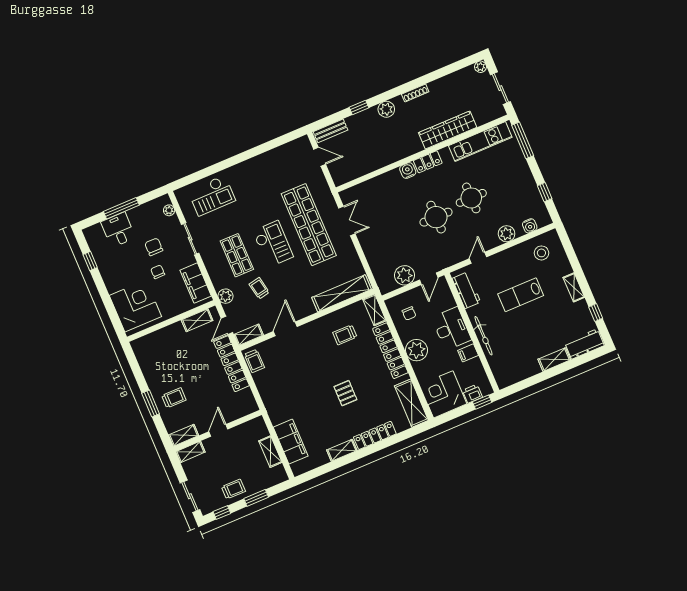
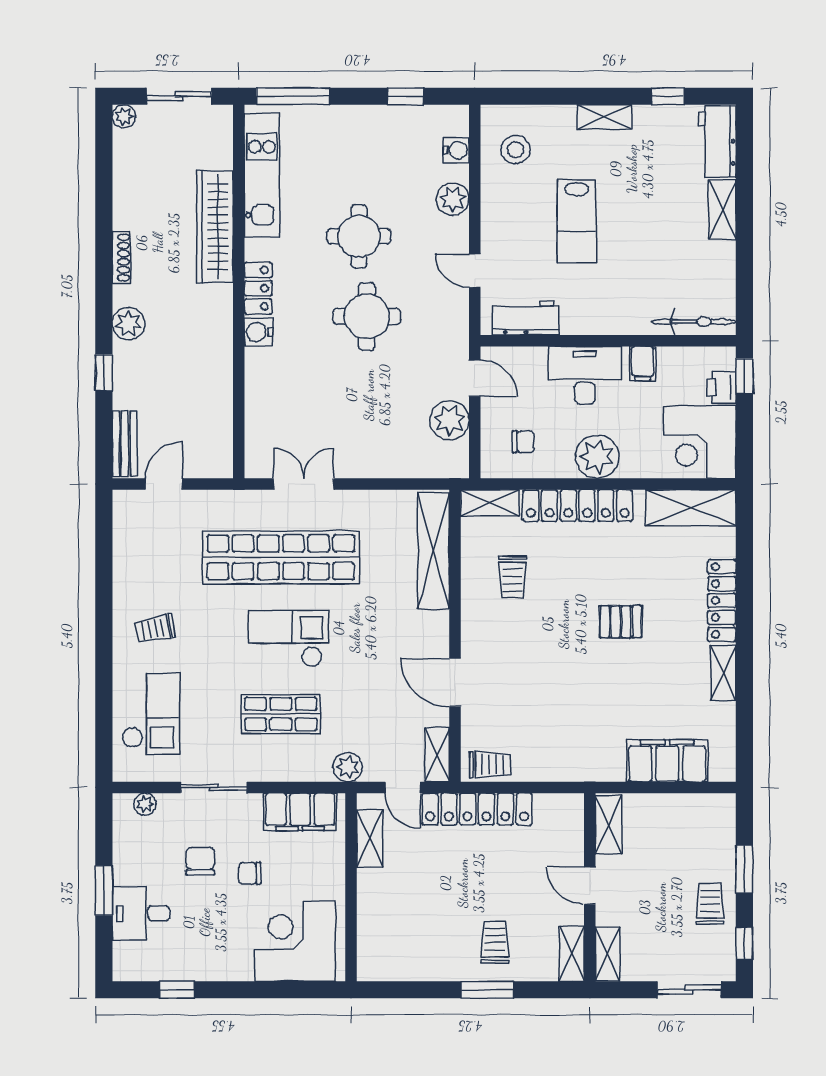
window: (121, 208) -> (104, 891), width x0.69
chair: (154, 247) -> (200, 861), turned 90
trolley: (259, 288) -> (155, 629), moved
bicycle: (484, 336) -> (694, 322), moved
shelving: (270, 452) -> (609, 825), moved, turned 90

